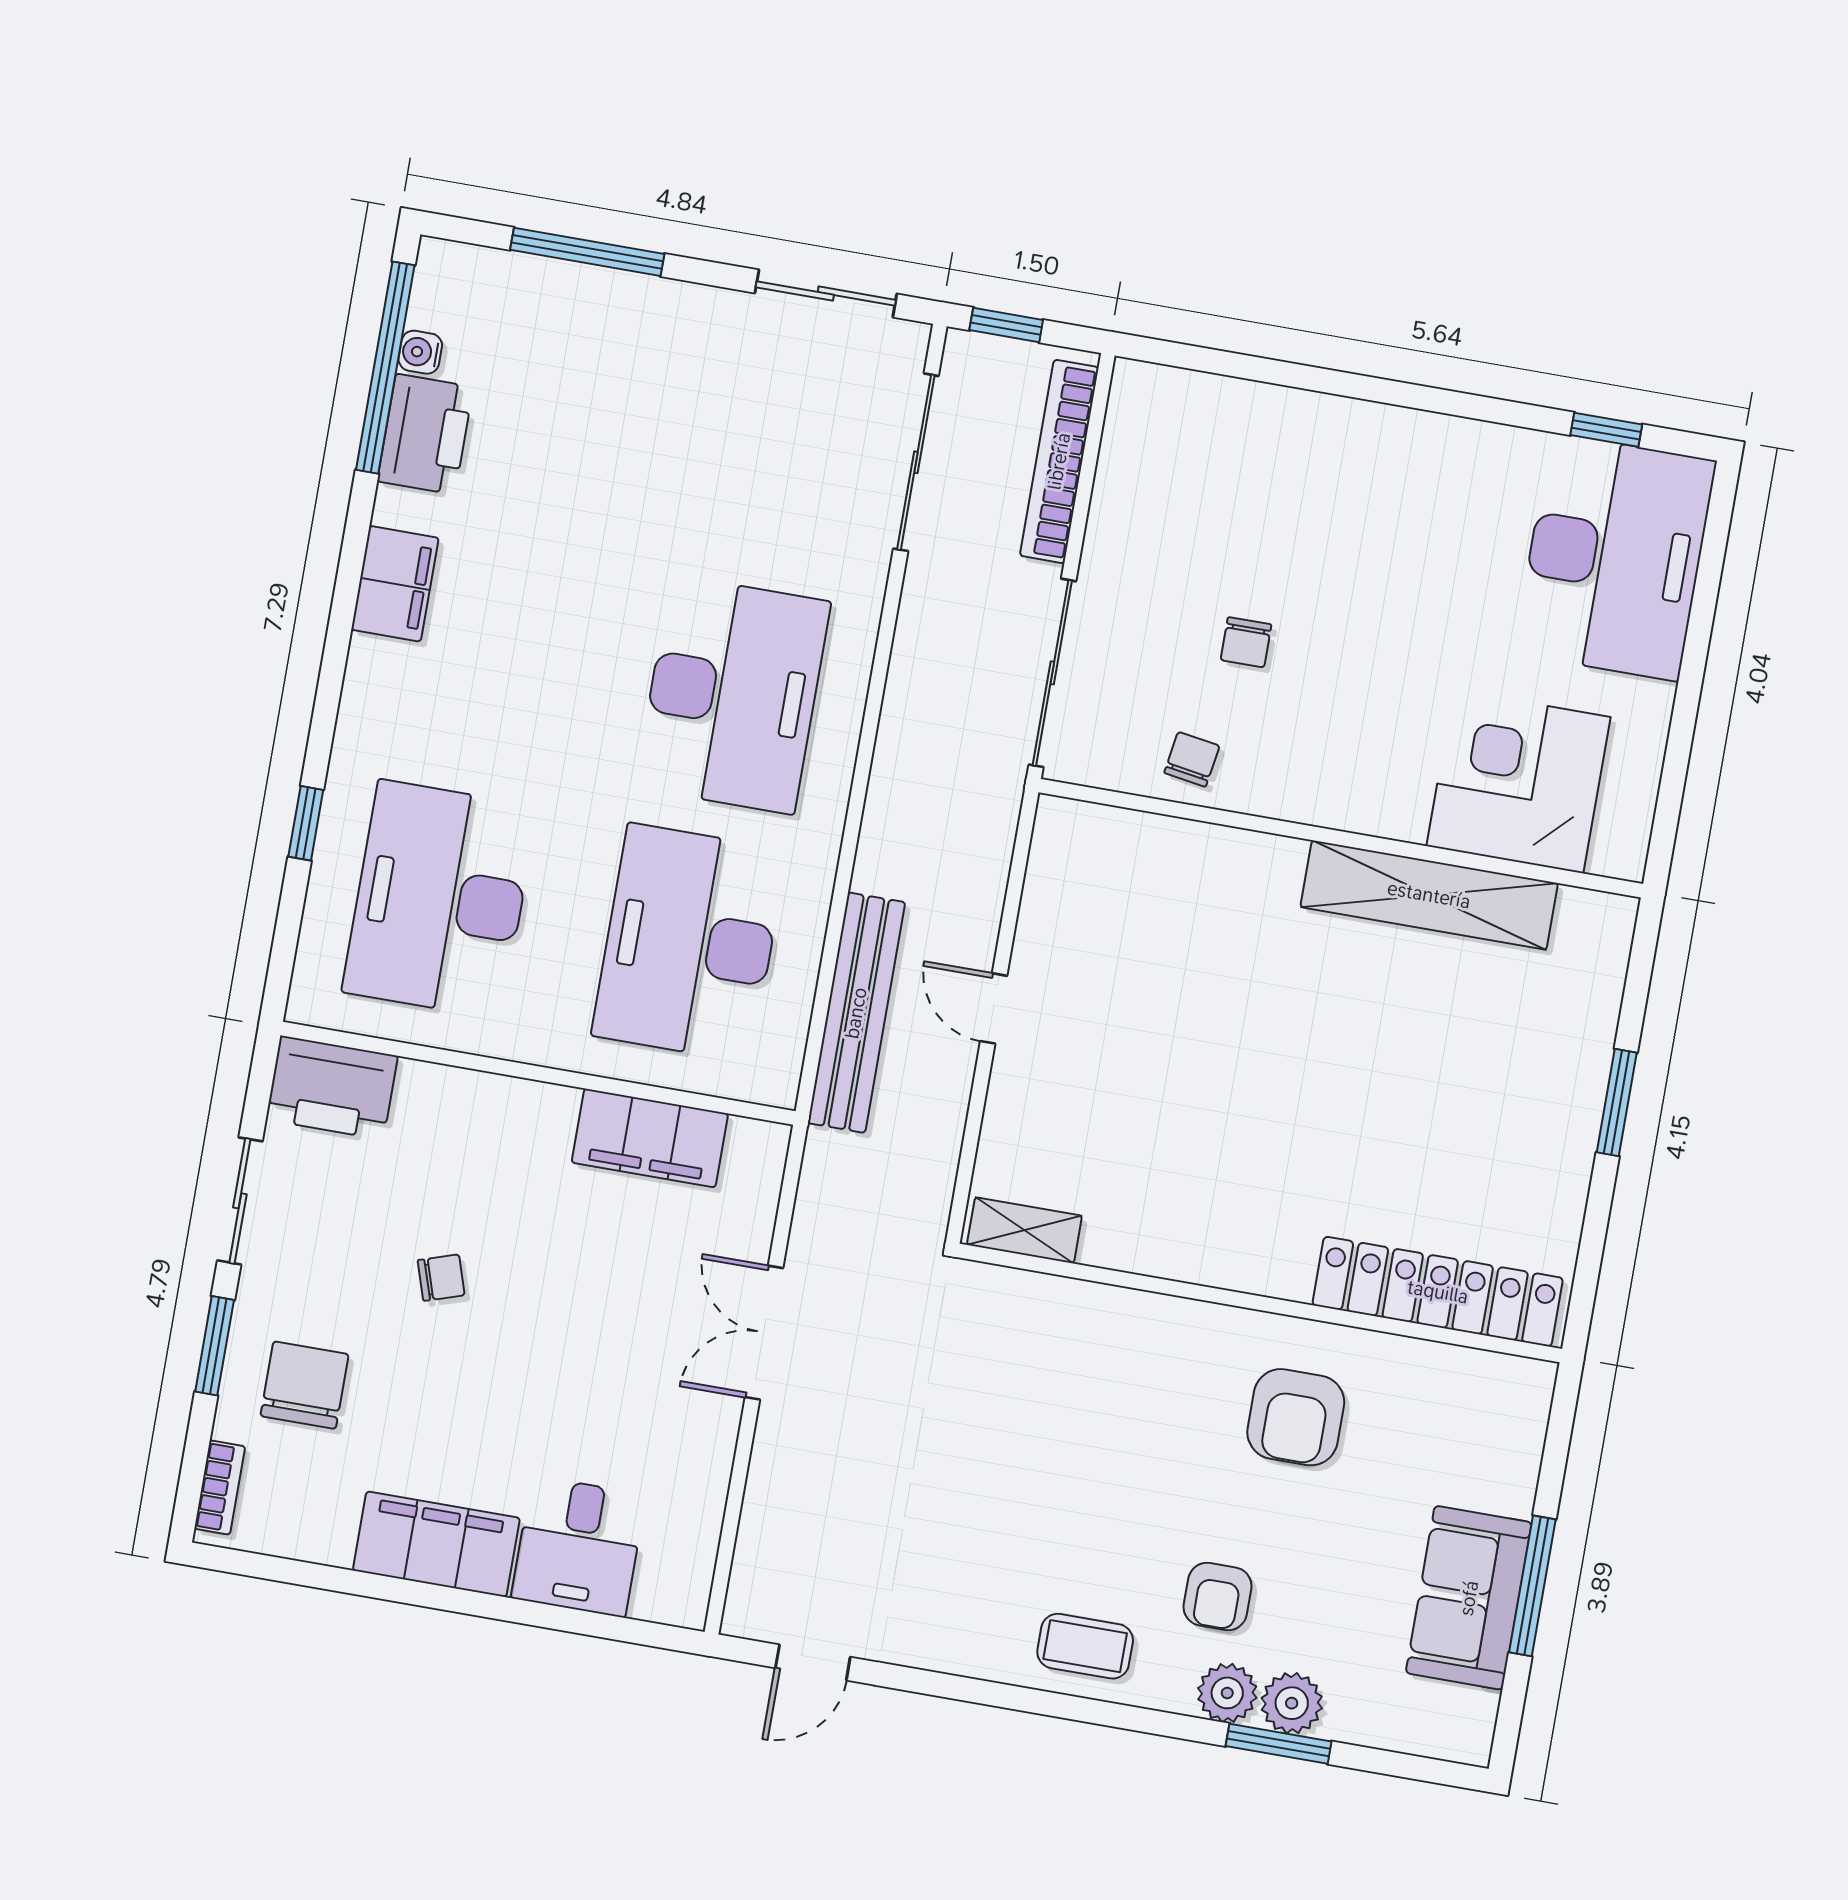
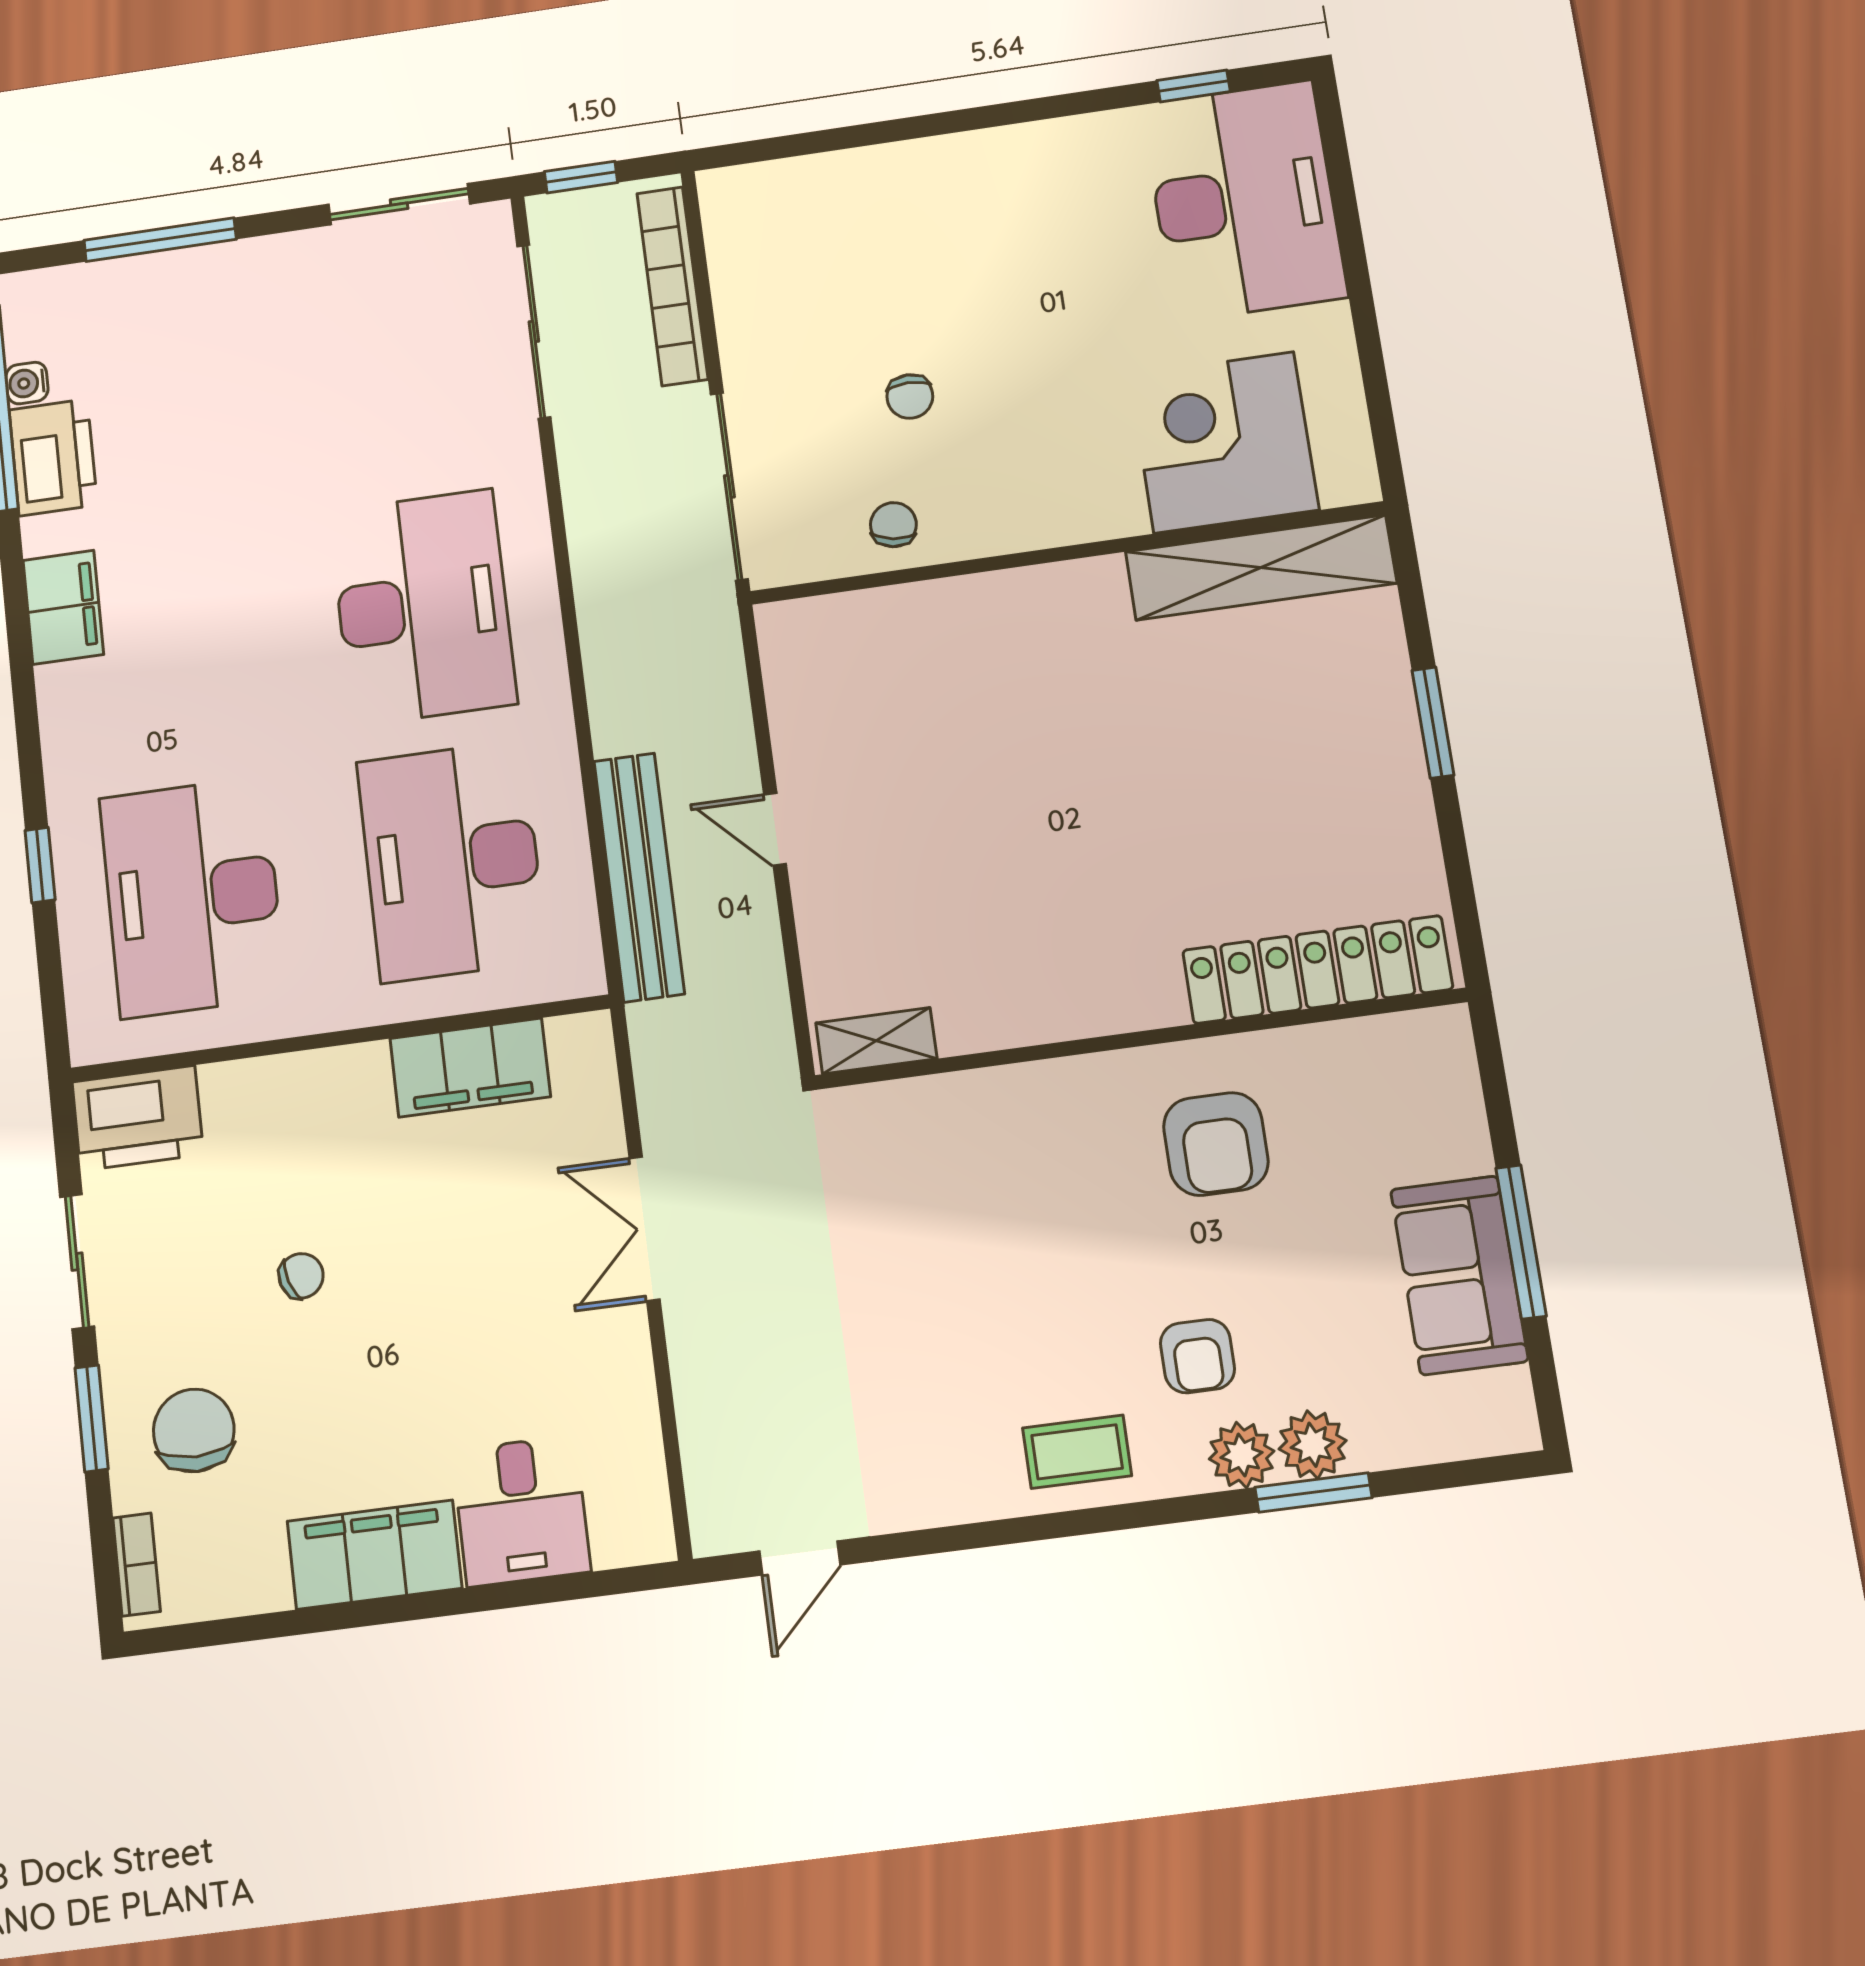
shelving: (1429, 895) -> (1261, 567), moved

